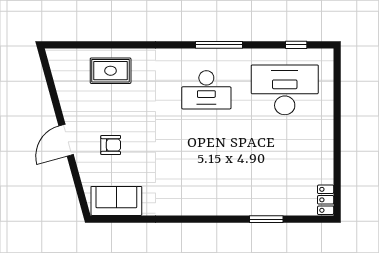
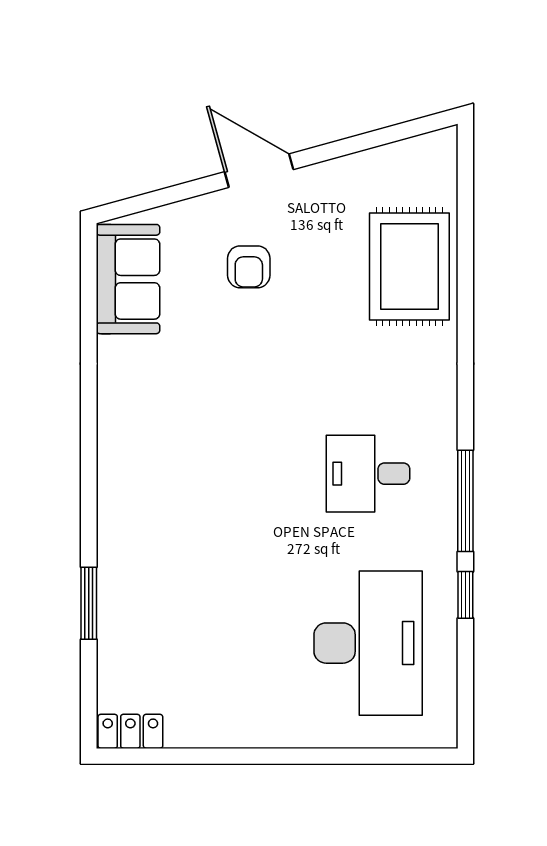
window: (296, 45) -> (465, 595), moved
rug: (111, 71) -> (409, 267), width x1.36, depth x1.43
desk: (206, 90) -> (368, 474), width x0.73

